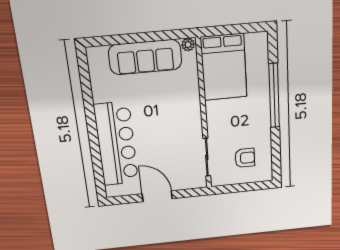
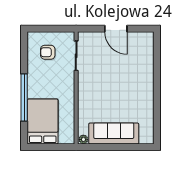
bed: (224, 67) -> (43, 121), moved
bar counter: (116, 144) -> (141, 73), removed

